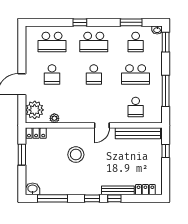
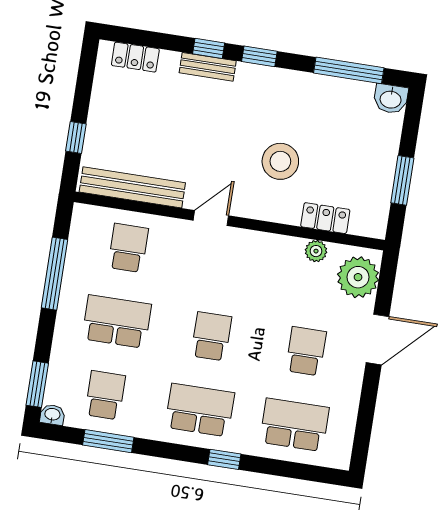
locker: (36, 133) -> (325, 218), moved
bench: (118, 190) -> (208, 67), width x0.73

